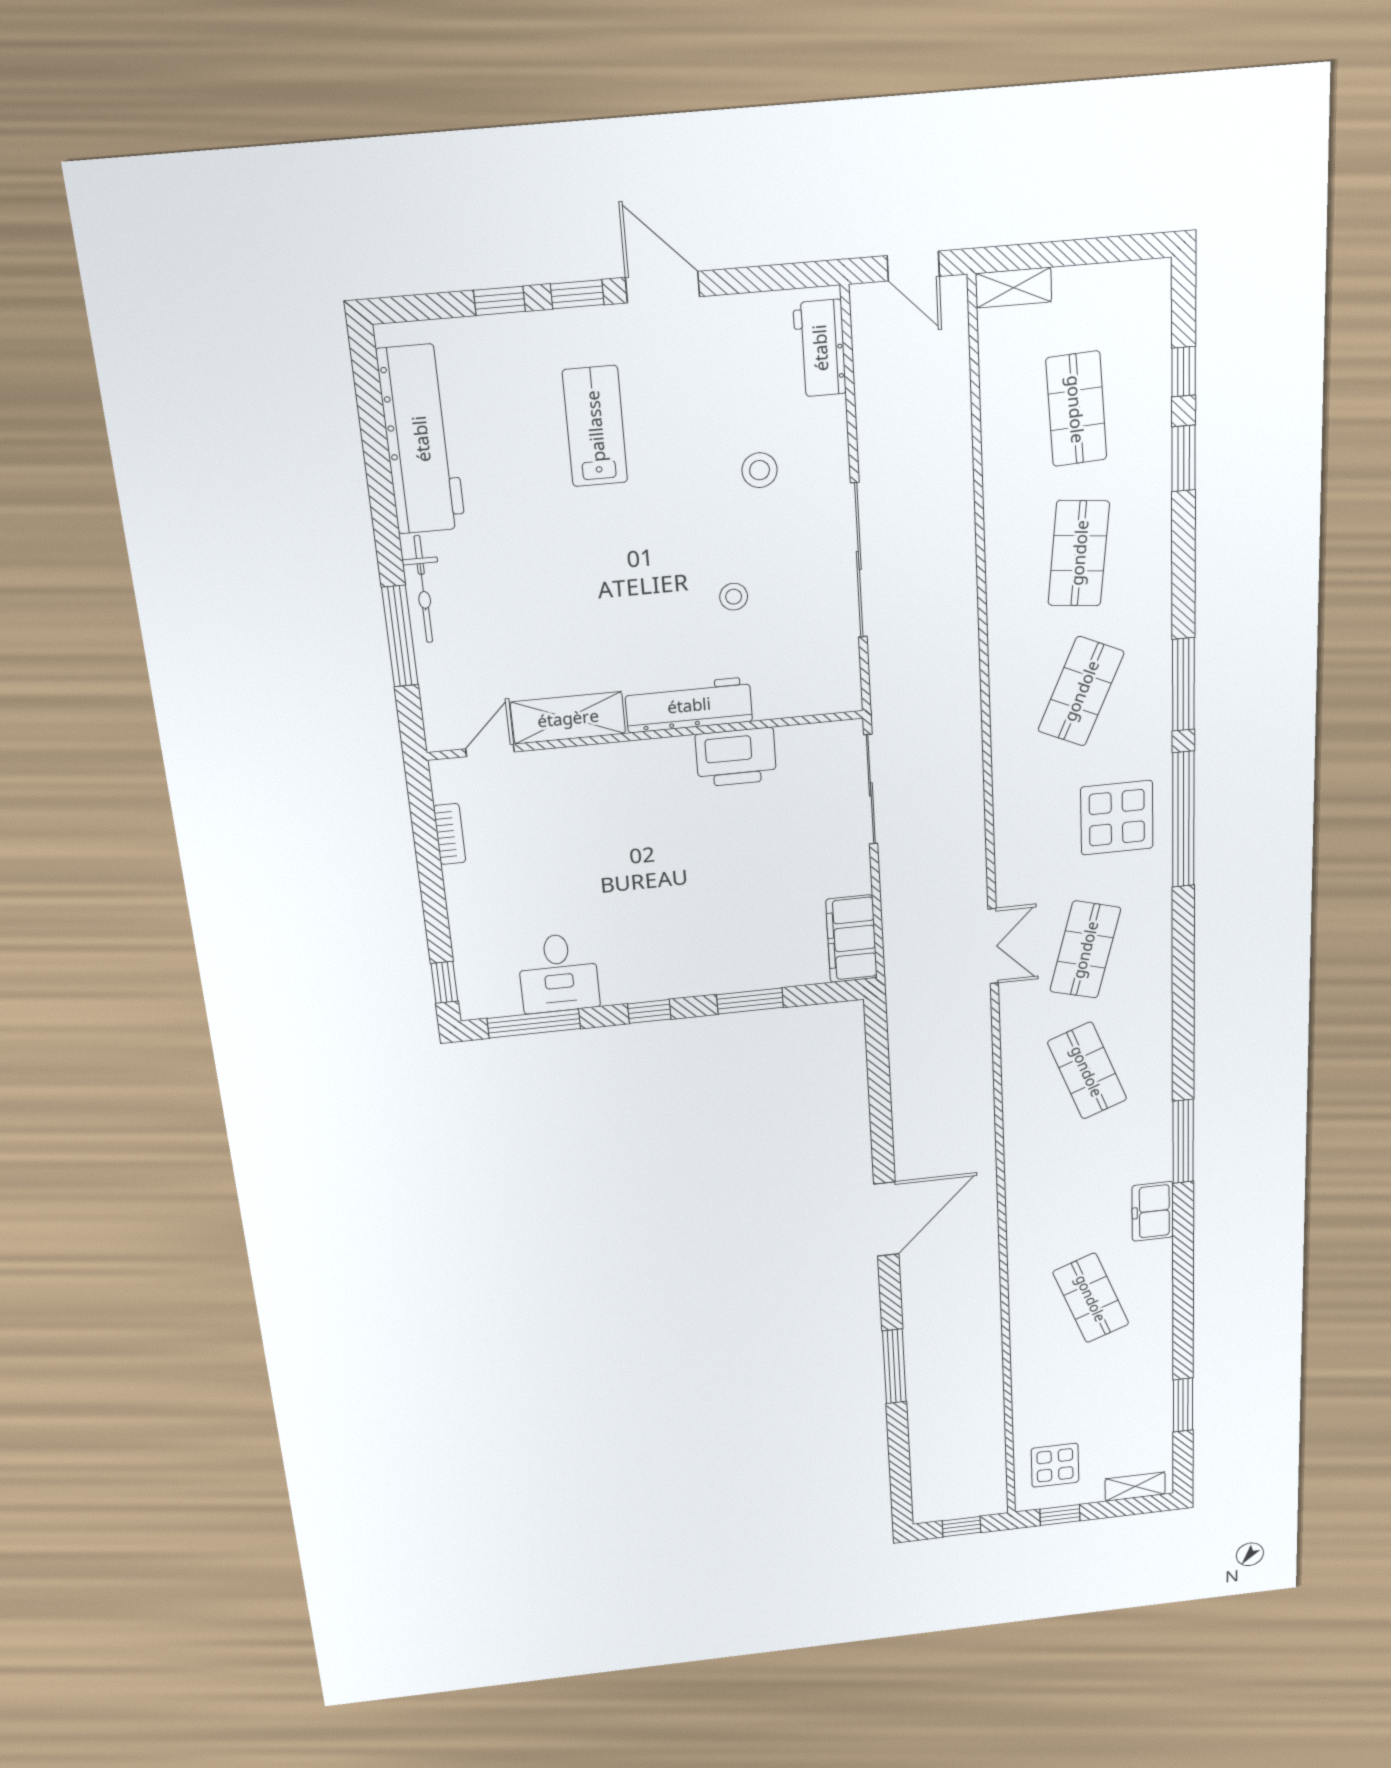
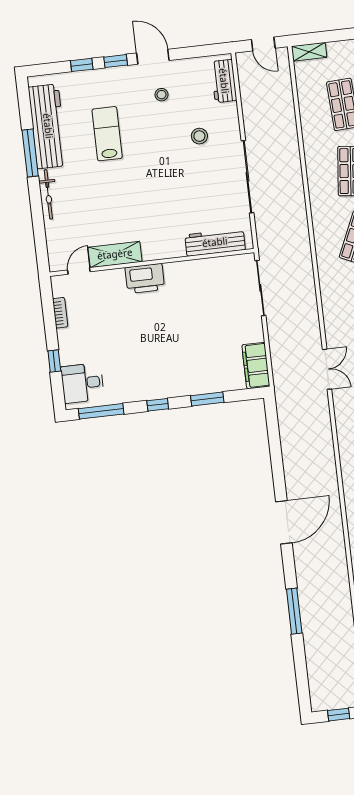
lab bench: (595, 426) -> (107, 134), moved
stool: (734, 597) -> (162, 95), moved
window: (400, 636) -> (30, 153), moved
workbench: (689, 705) -> (215, 242), moved
printer: (736, 757) -> (145, 278), moved
desk: (558, 973) -> (82, 383), moved, turned 90
window: (444, 982) -> (54, 361), moved

